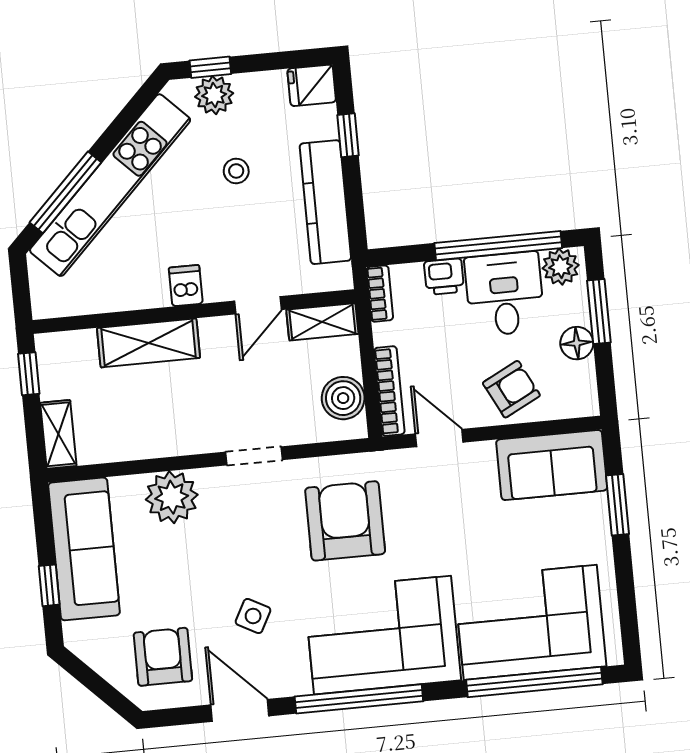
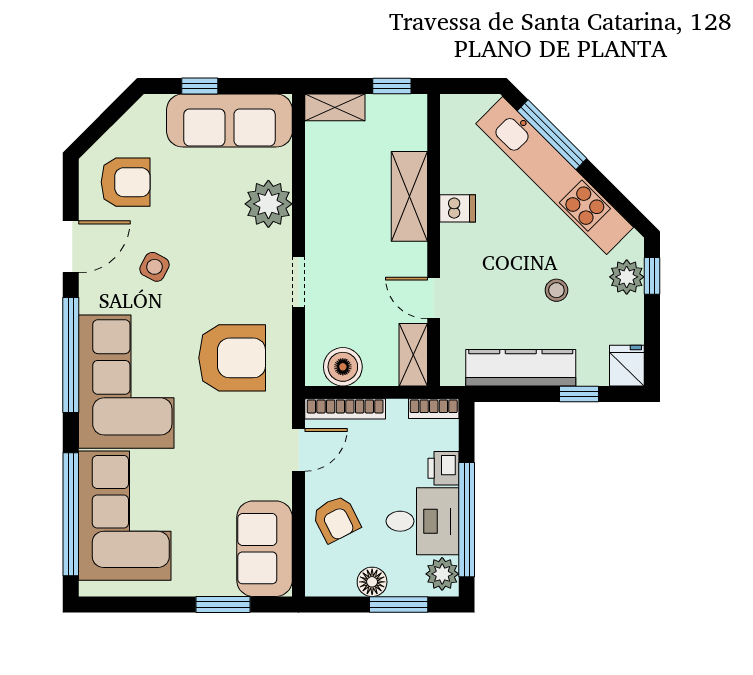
dishwasher: (186, 286) -> (458, 208), moved

